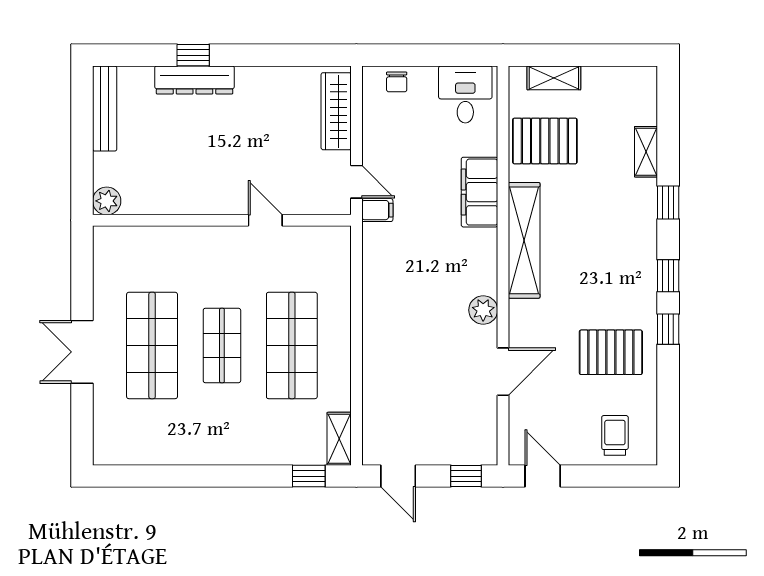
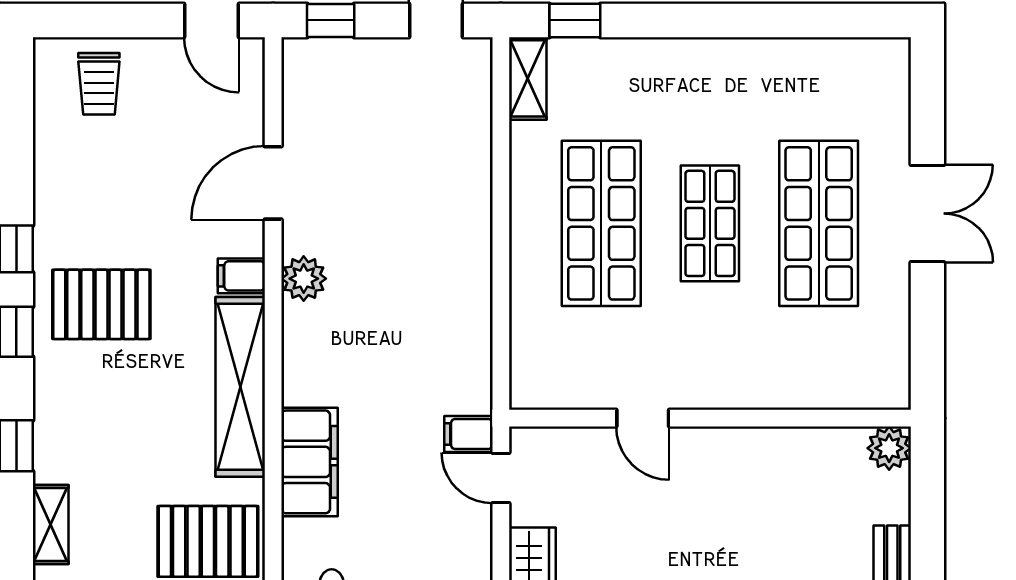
filing cabinet: (523, 312) -> (241, 276), added
pallet: (611, 352) -> (101, 304), moved

